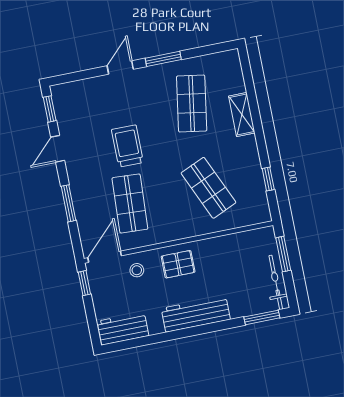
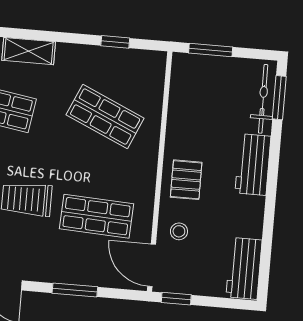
shop shelf: (208, 188) -> (105, 117), turned 48
bicycle: (276, 282) -> (263, 99), moved, turned 90
workbench: (196, 314) -> (253, 165), width x0.73

